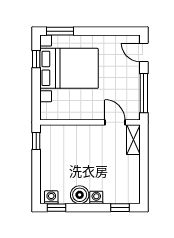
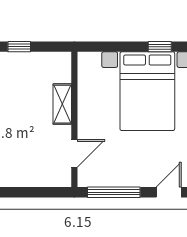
shelving: (133, 140) -> (62, 104), moved, turned 90
window: (36, 141) -> (19, 47), moved

